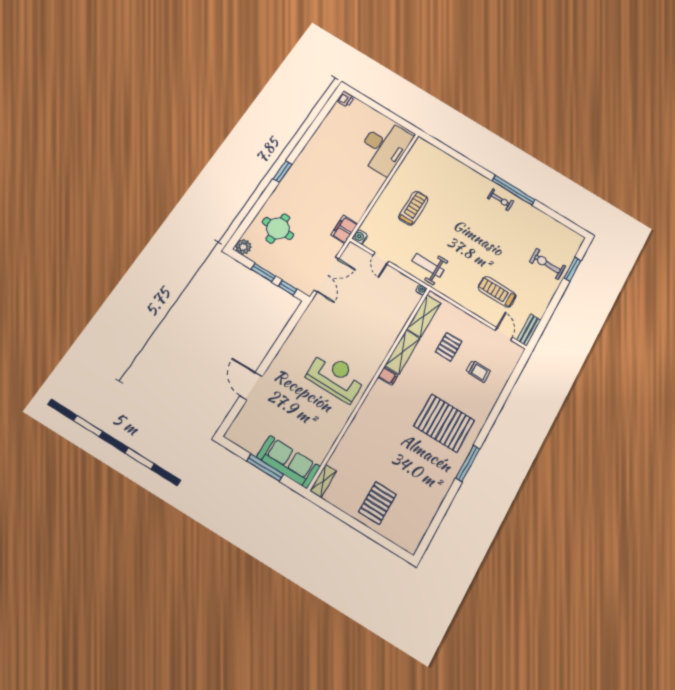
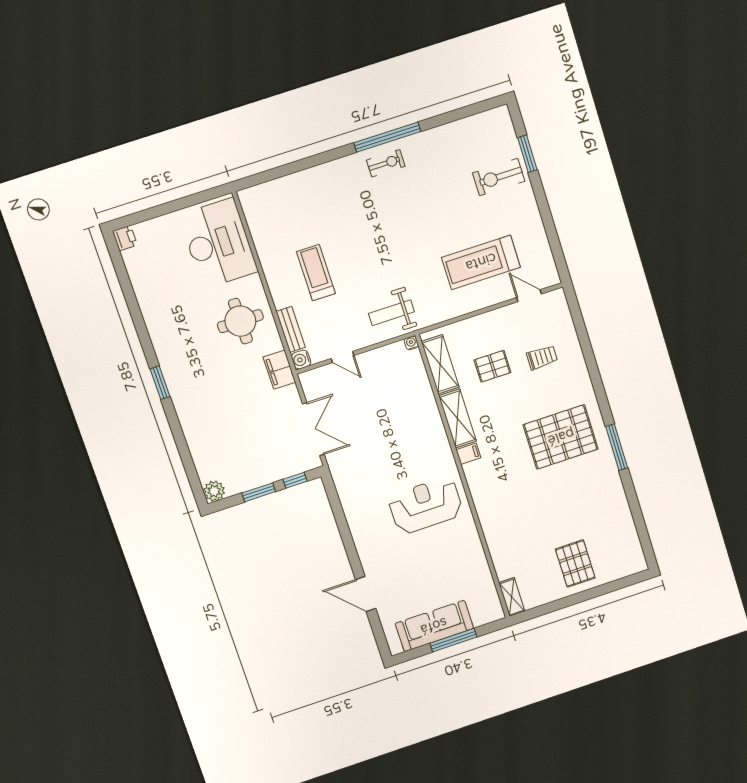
round table: (278, 229) -> (240, 321), moved
treadmill: (497, 292) -> (481, 262), width x1.37, depth x1.38
bench: (529, 330) -> (291, 329), moved
pallet: (449, 347) -> (492, 366), turned 90
sofa: (288, 462) -> (434, 626), moved

